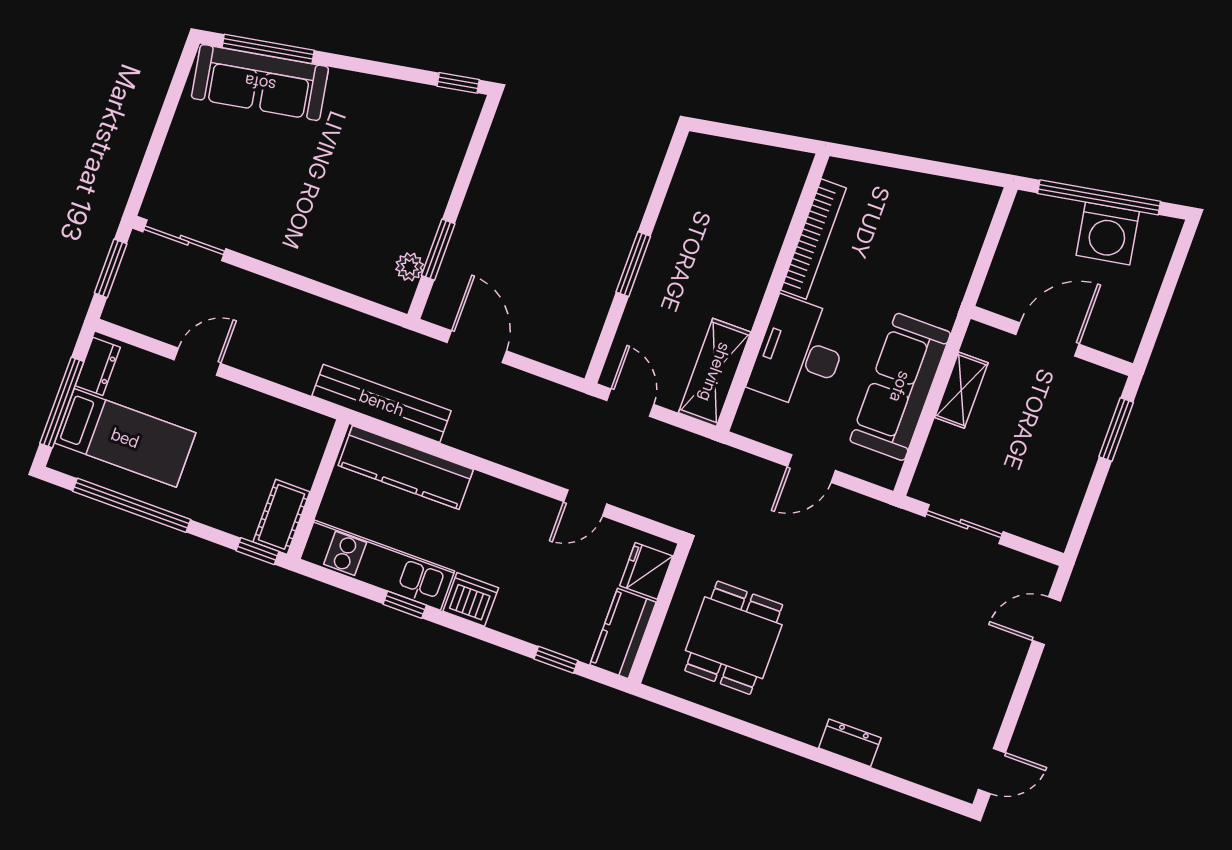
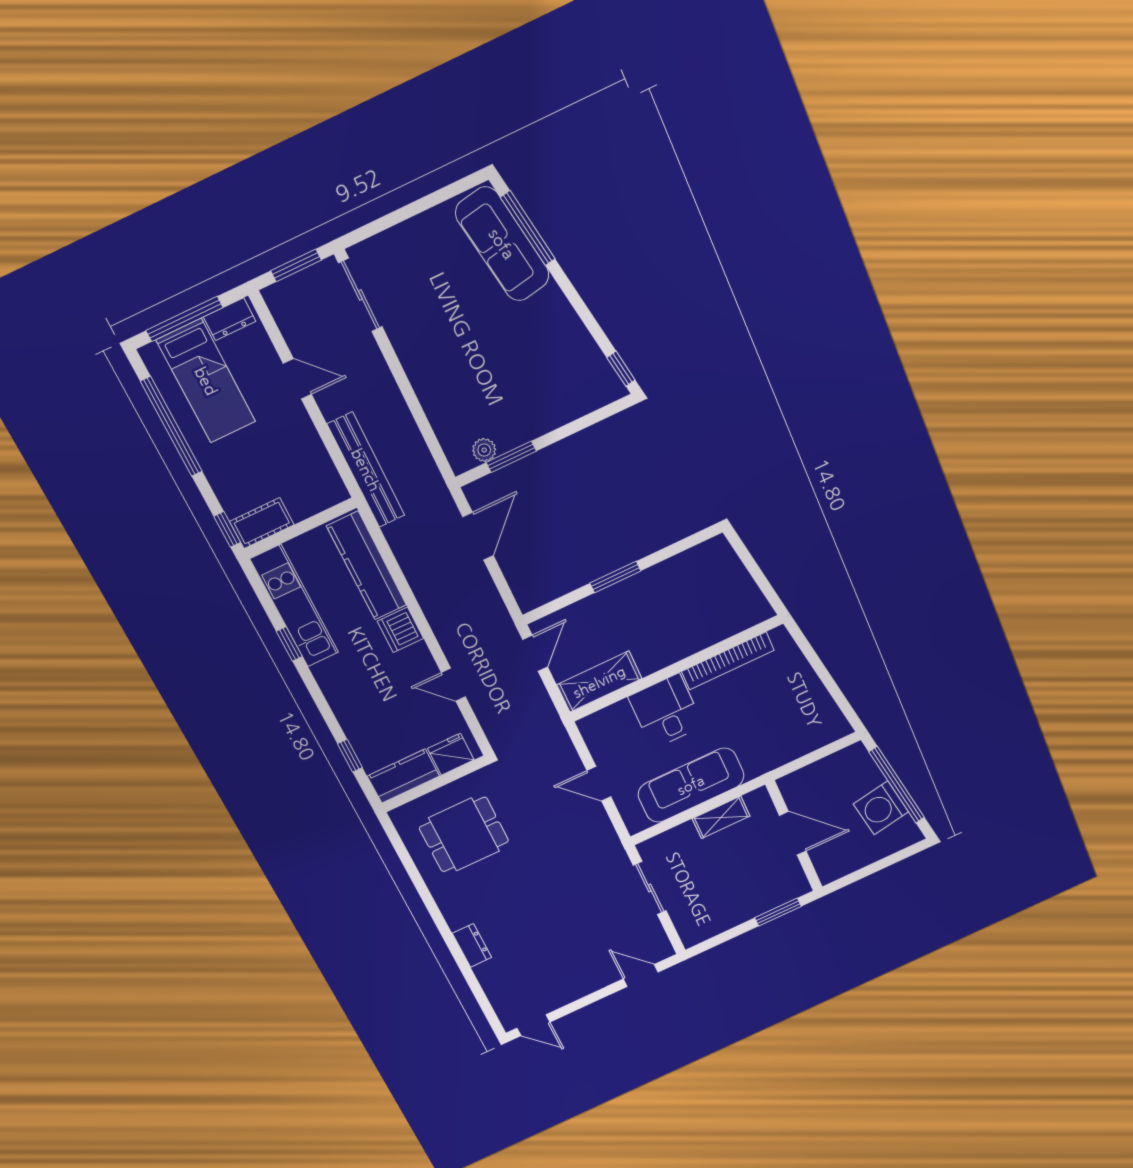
desk: (799, 353) -> (666, 711), width x0.73
bench: (382, 403) -> (366, 470), moved
dishwasher: (471, 599) -> (400, 630), moved, turned 180

